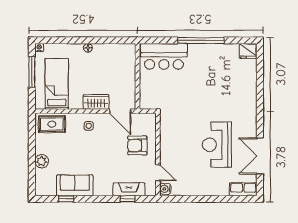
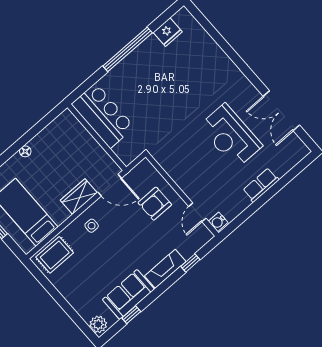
fridge: (248, 51) -> (168, 32), moved
bar counter: (164, 56) -> (103, 115), moved, turned -90
plant: (42, 161) -> (98, 324), moved
door: (158, 173) -> (197, 212), swing flipped
fireplace: (129, 189) -> (165, 269), moved
row of seats: (243, 189) -> (261, 185), moved

